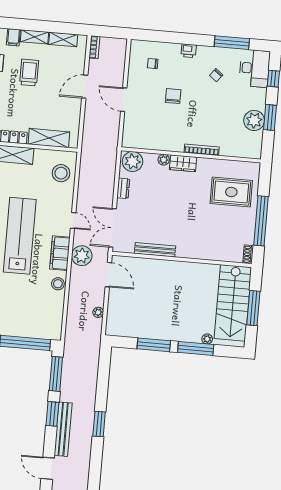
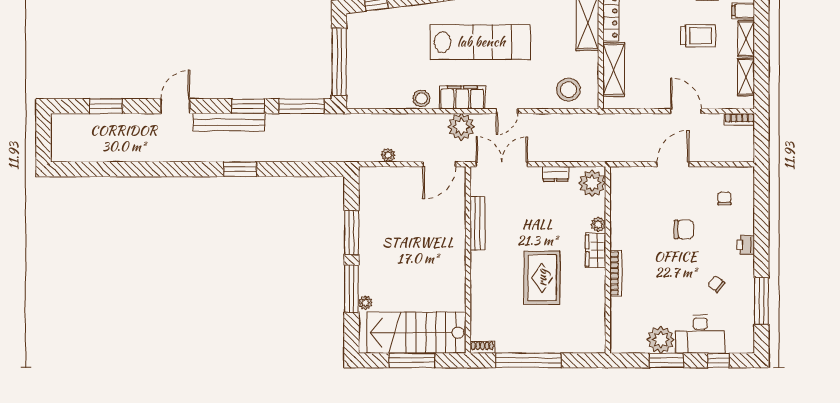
desk: (254, 68) -> (700, 334), moved
rug: (231, 192) -> (542, 278), moved

